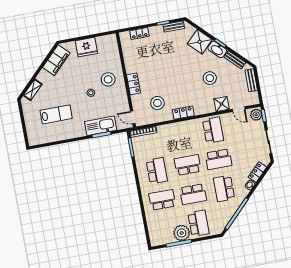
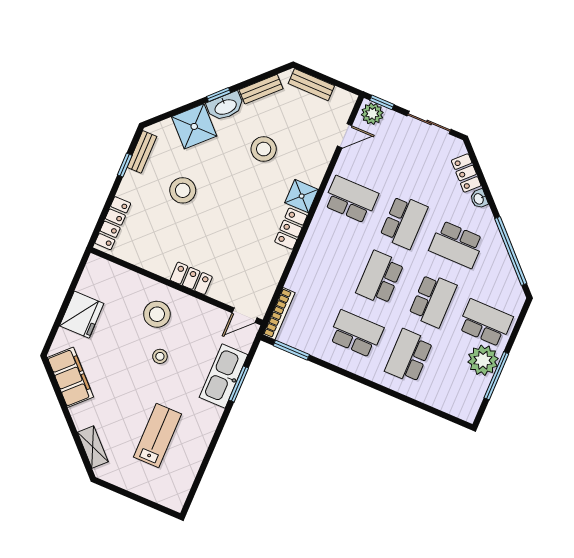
locker: (139, 33) -> (113, 223), width x1.53
stool: (157, 103) -> (183, 190), moved
shower: (221, 104) -> (302, 196), moved

